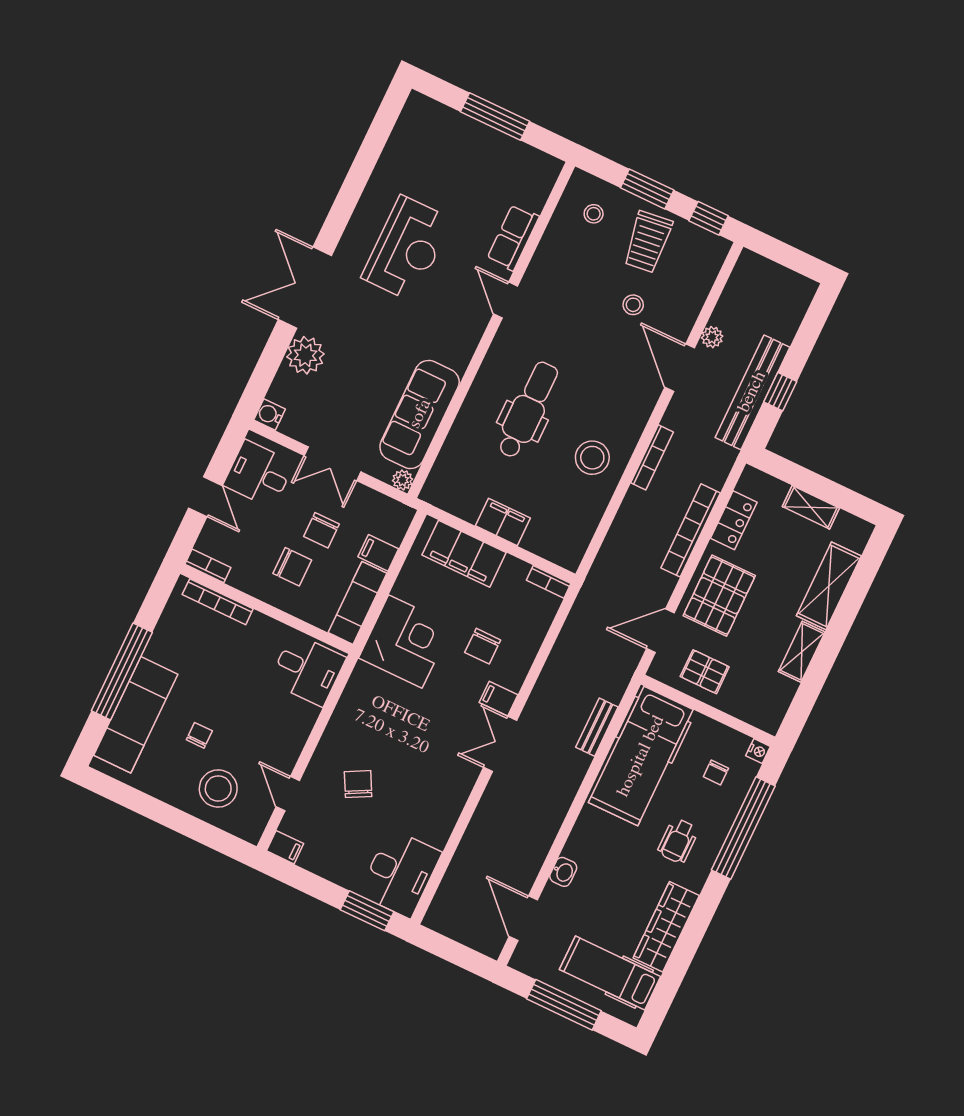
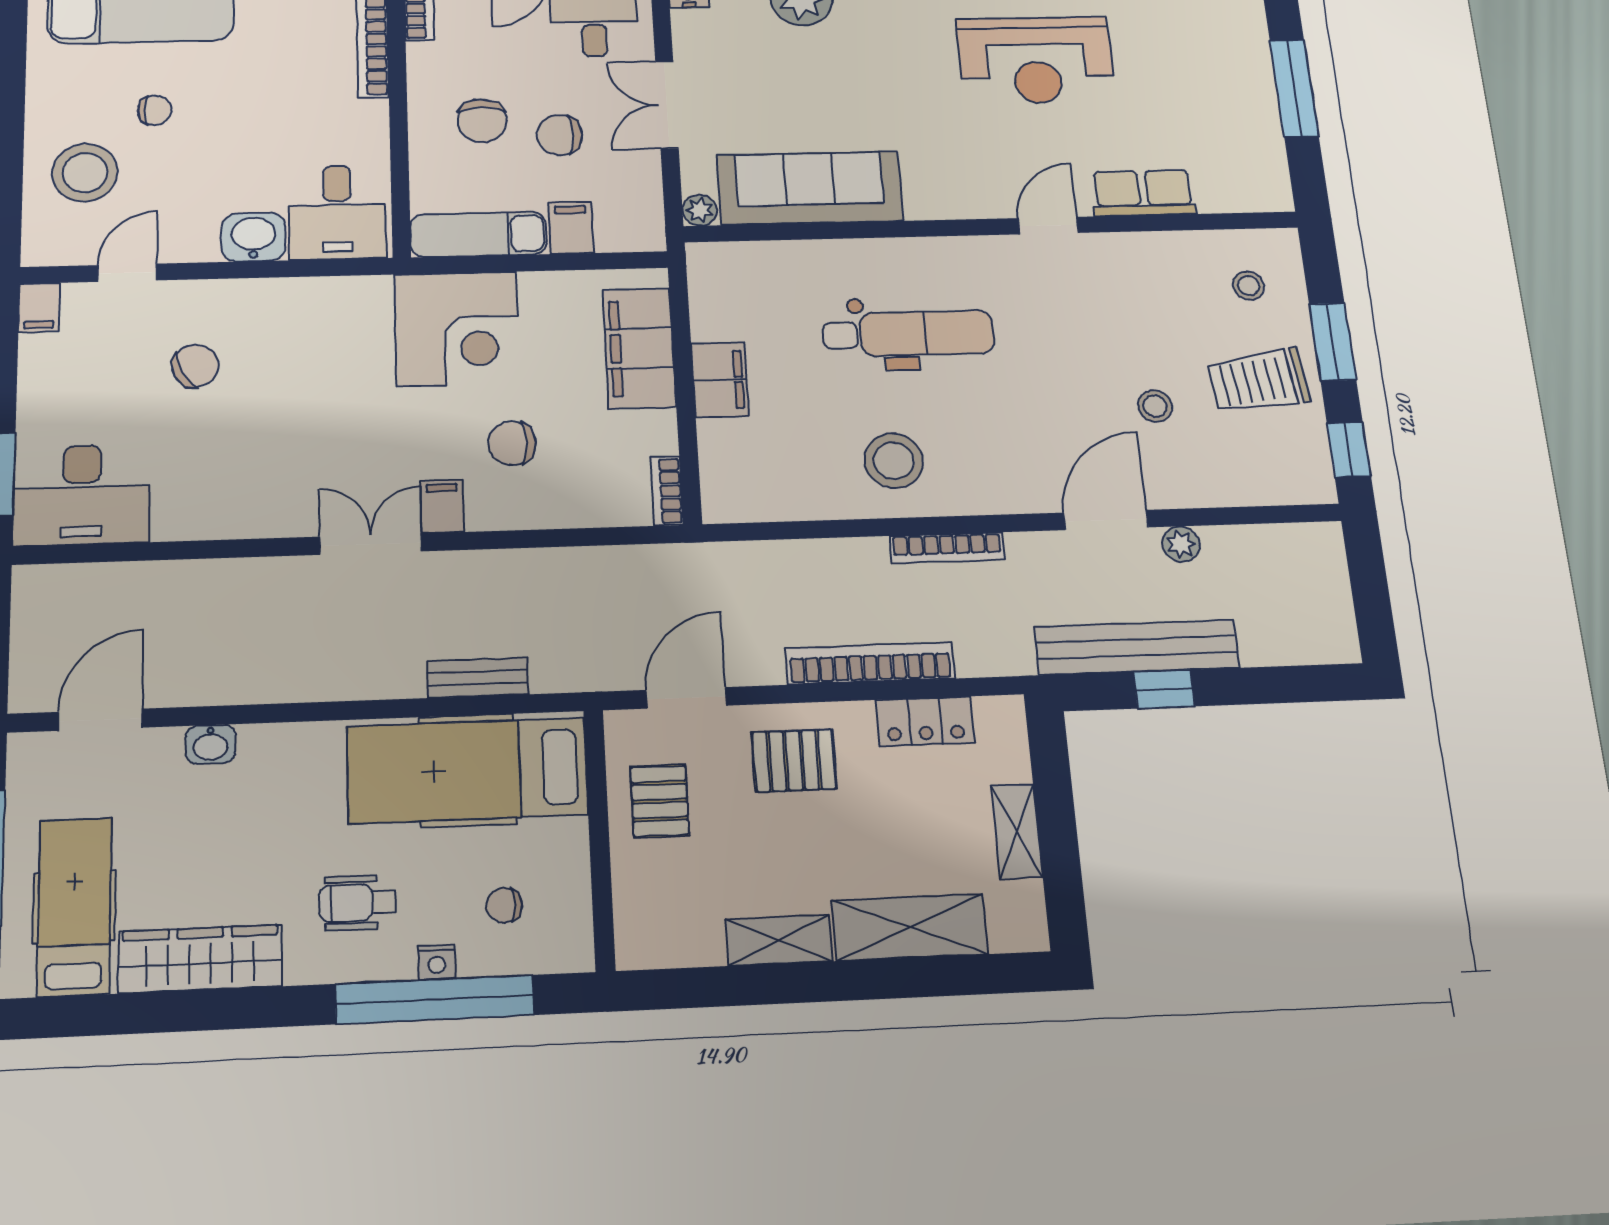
pallet: (719, 596) -> (794, 761), width x0.67, depth x0.71
door: (660, 631) -> (686, 698), hinge flipped
washbasin: (300, 720) -> (253, 237), added
nightstand: (758, 751) -> (437, 962), moved

